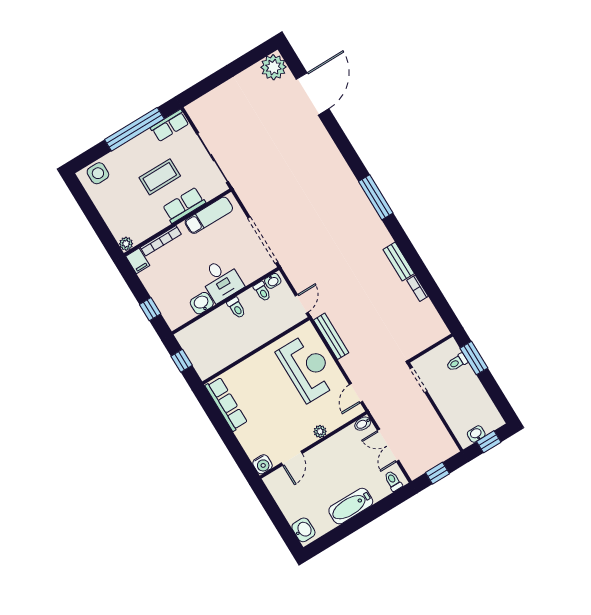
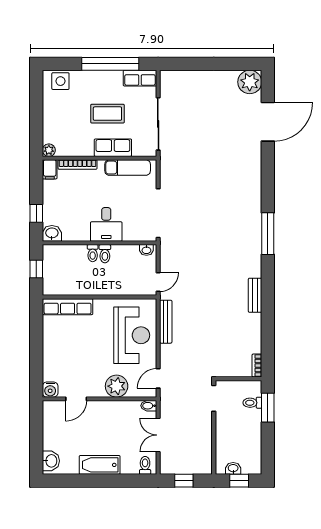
bookcase: (417, 288) -> (257, 366), moved
toilet: (262, 291) -> (93, 253), moved
washbasin: (202, 303) -> (52, 233), moved
row of seats: (226, 404) -> (68, 307), moved, turned 90
plant: (320, 431) -> (117, 386), width x1.87, depth x1.87

